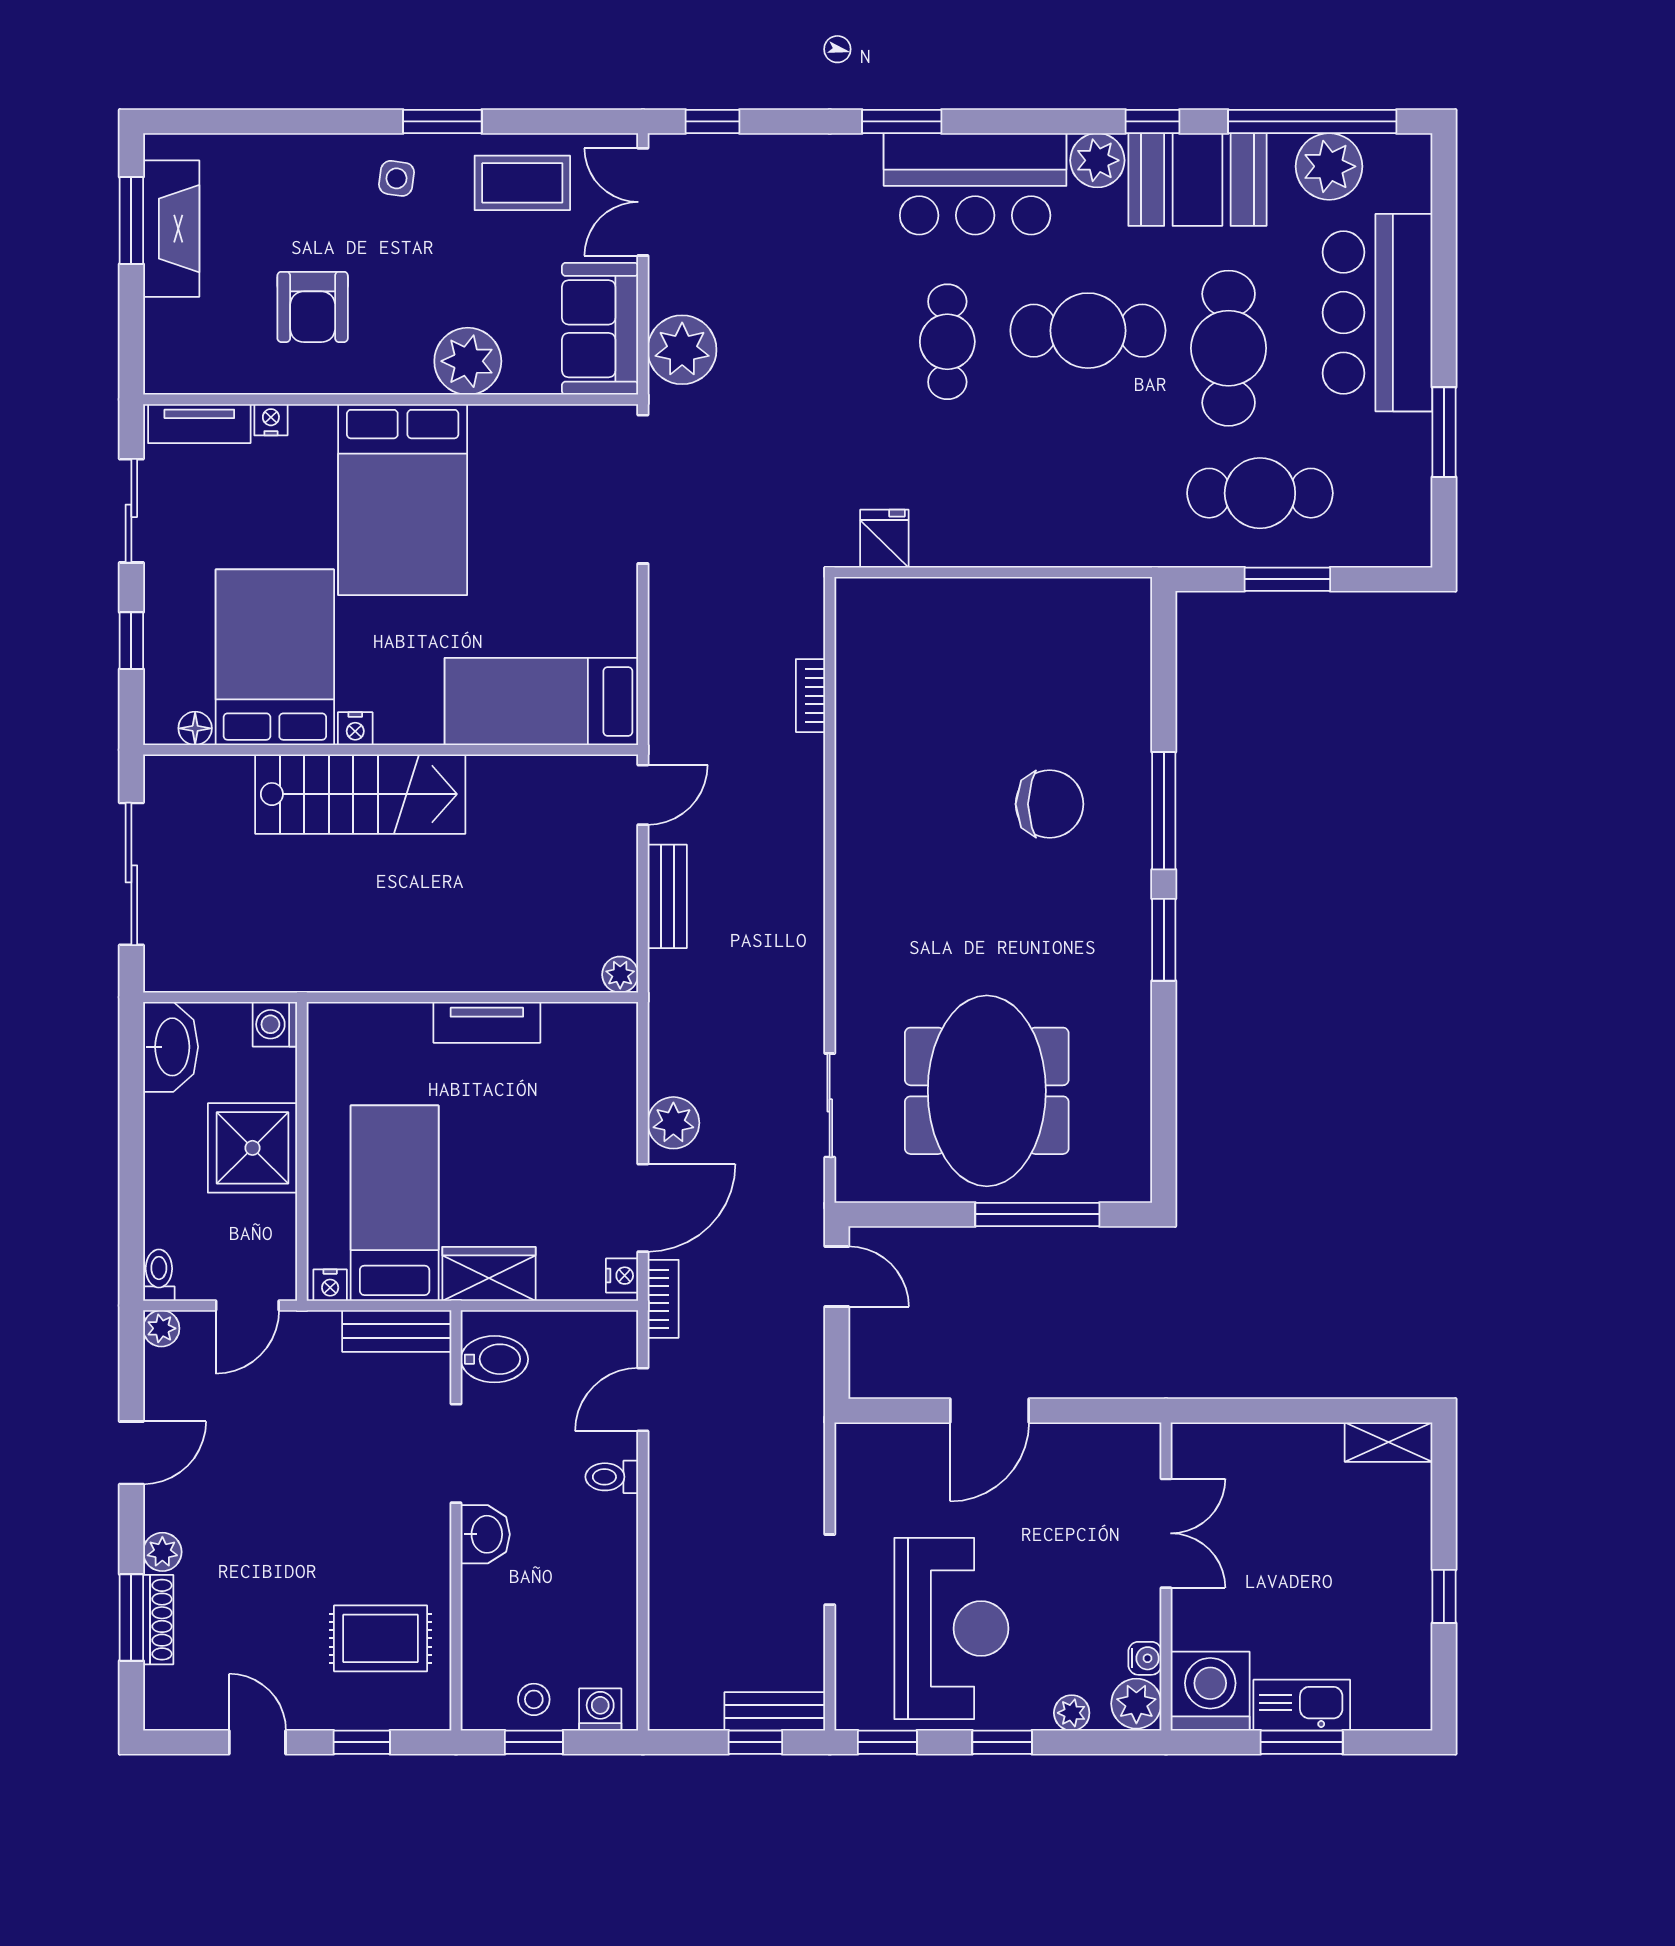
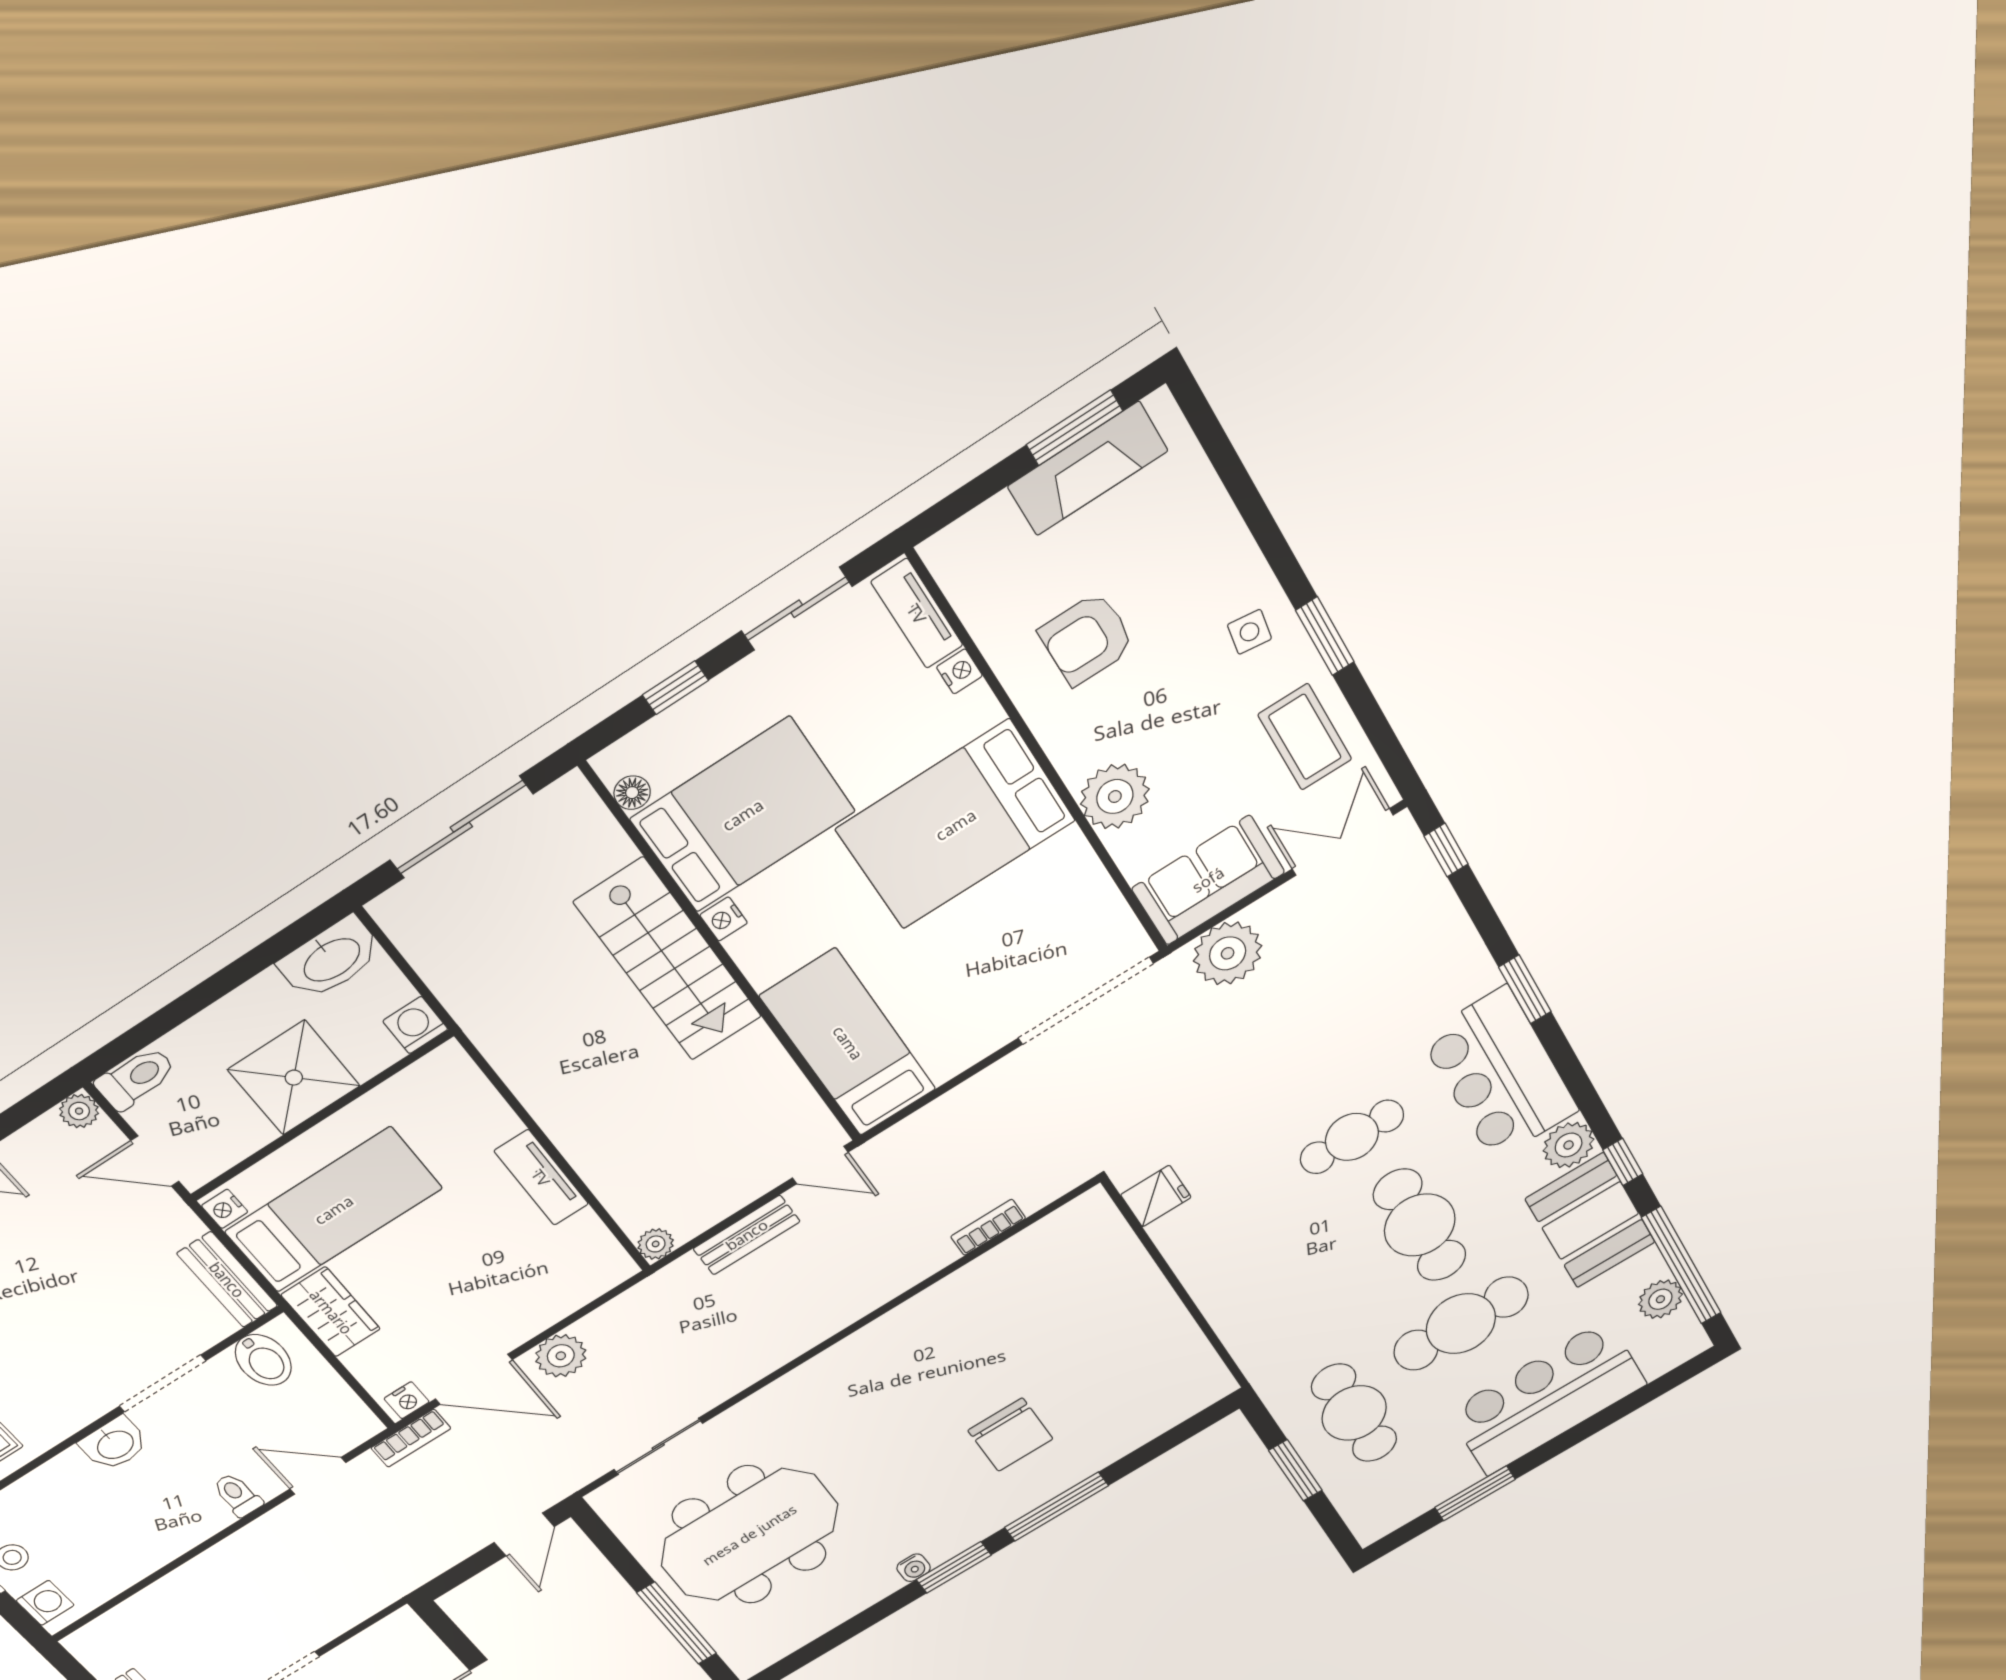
plant: (1329, 166) -> (1660, 1299), width x0.73, depth x0.73
water cooler: (1136, 974) -> (914, 1568), added
toilet: (159, 1275) -> (136, 1078), width x1.37, depth x1.39

